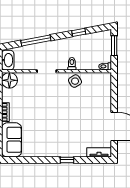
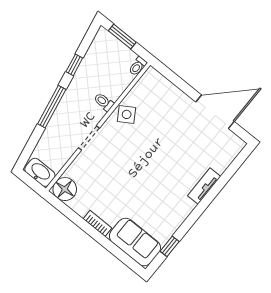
window: (36, 40) -> (52, 107), moved
tv unit: (99, 152) -> (204, 186), moved
window: (67, 160) -> (170, 246), moved

